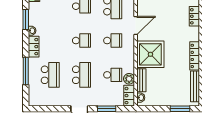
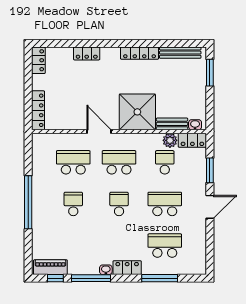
window: (26, 20) -> (91, 278), width x1.44
school desk: (113, 41) -> (119, 162), width x1.85

